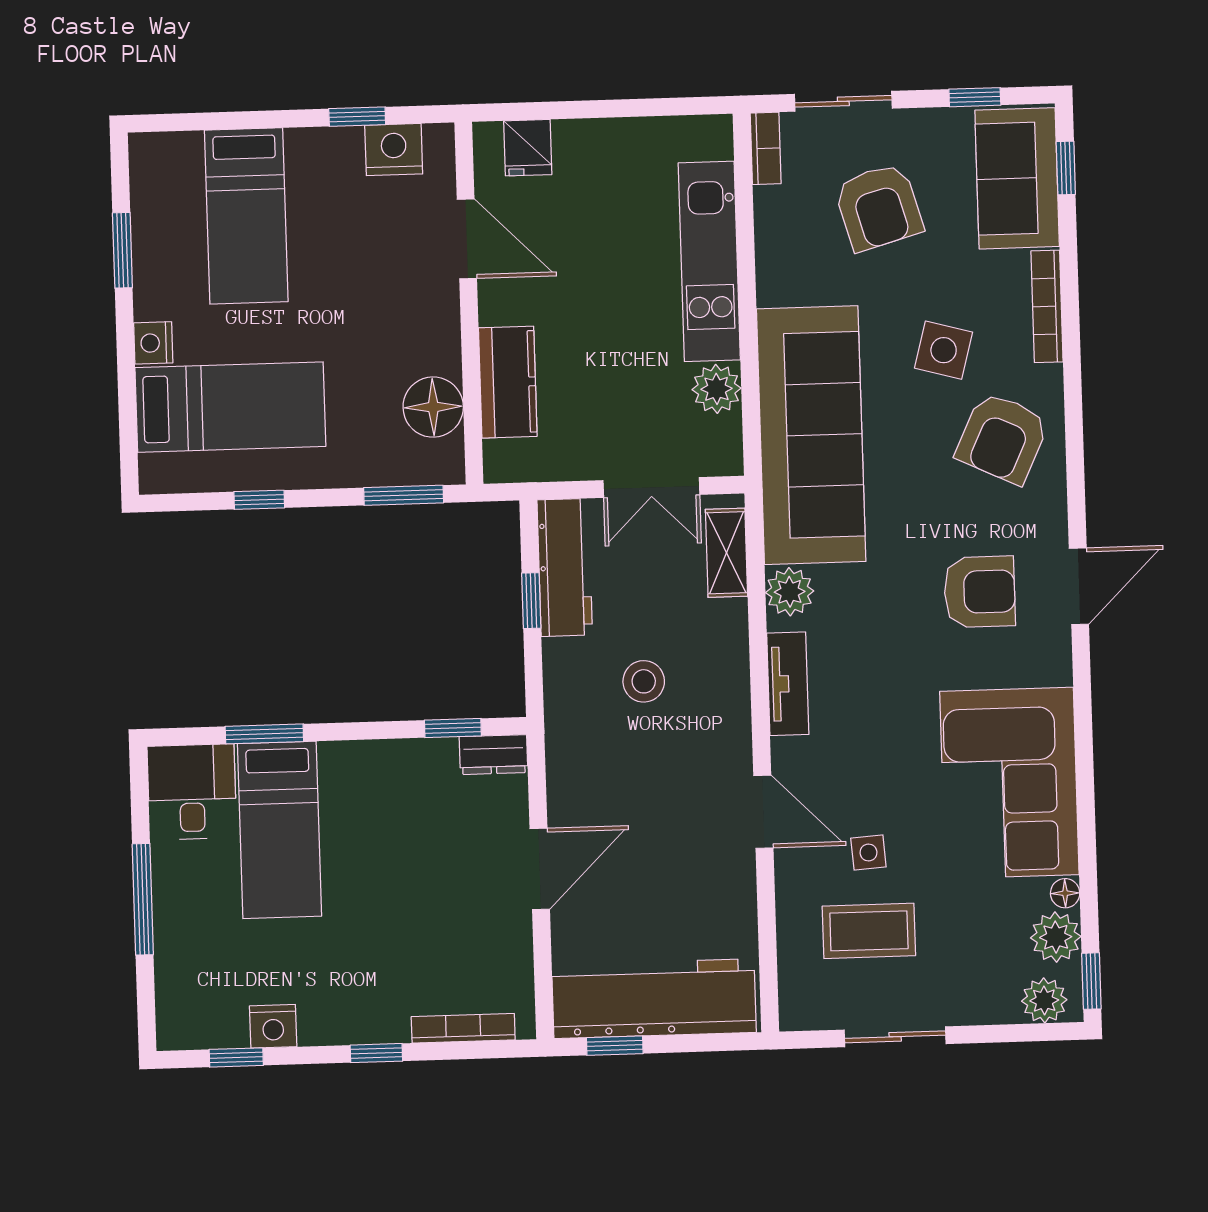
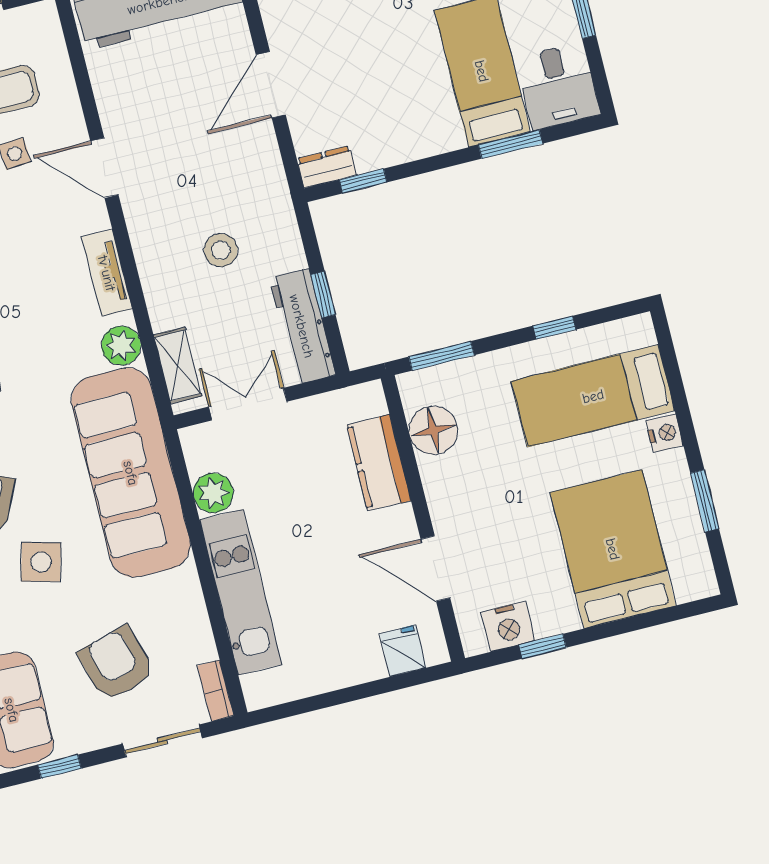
bed: (246, 216) -> (613, 549), width x1.50

